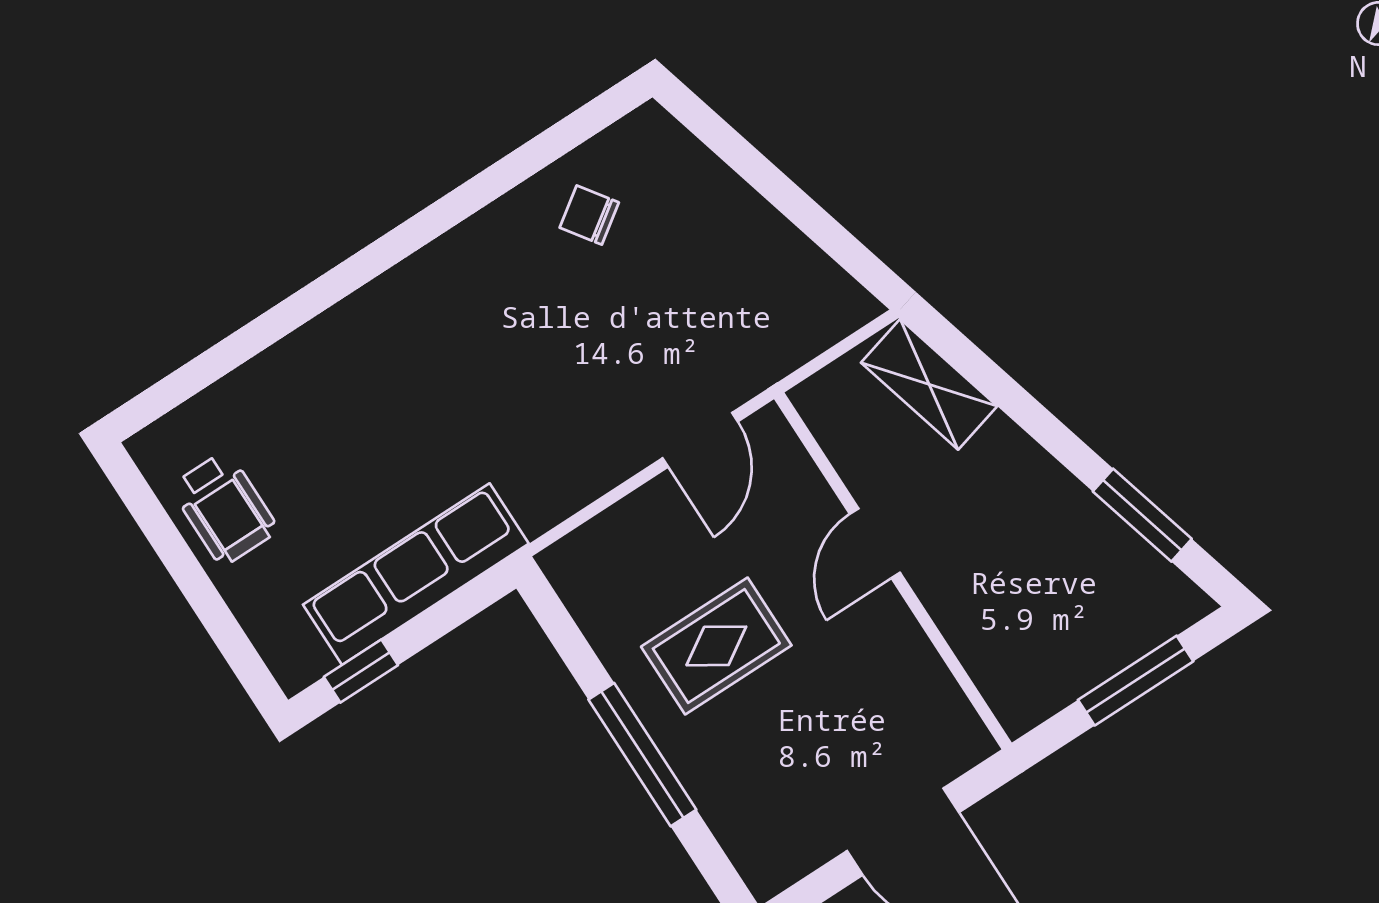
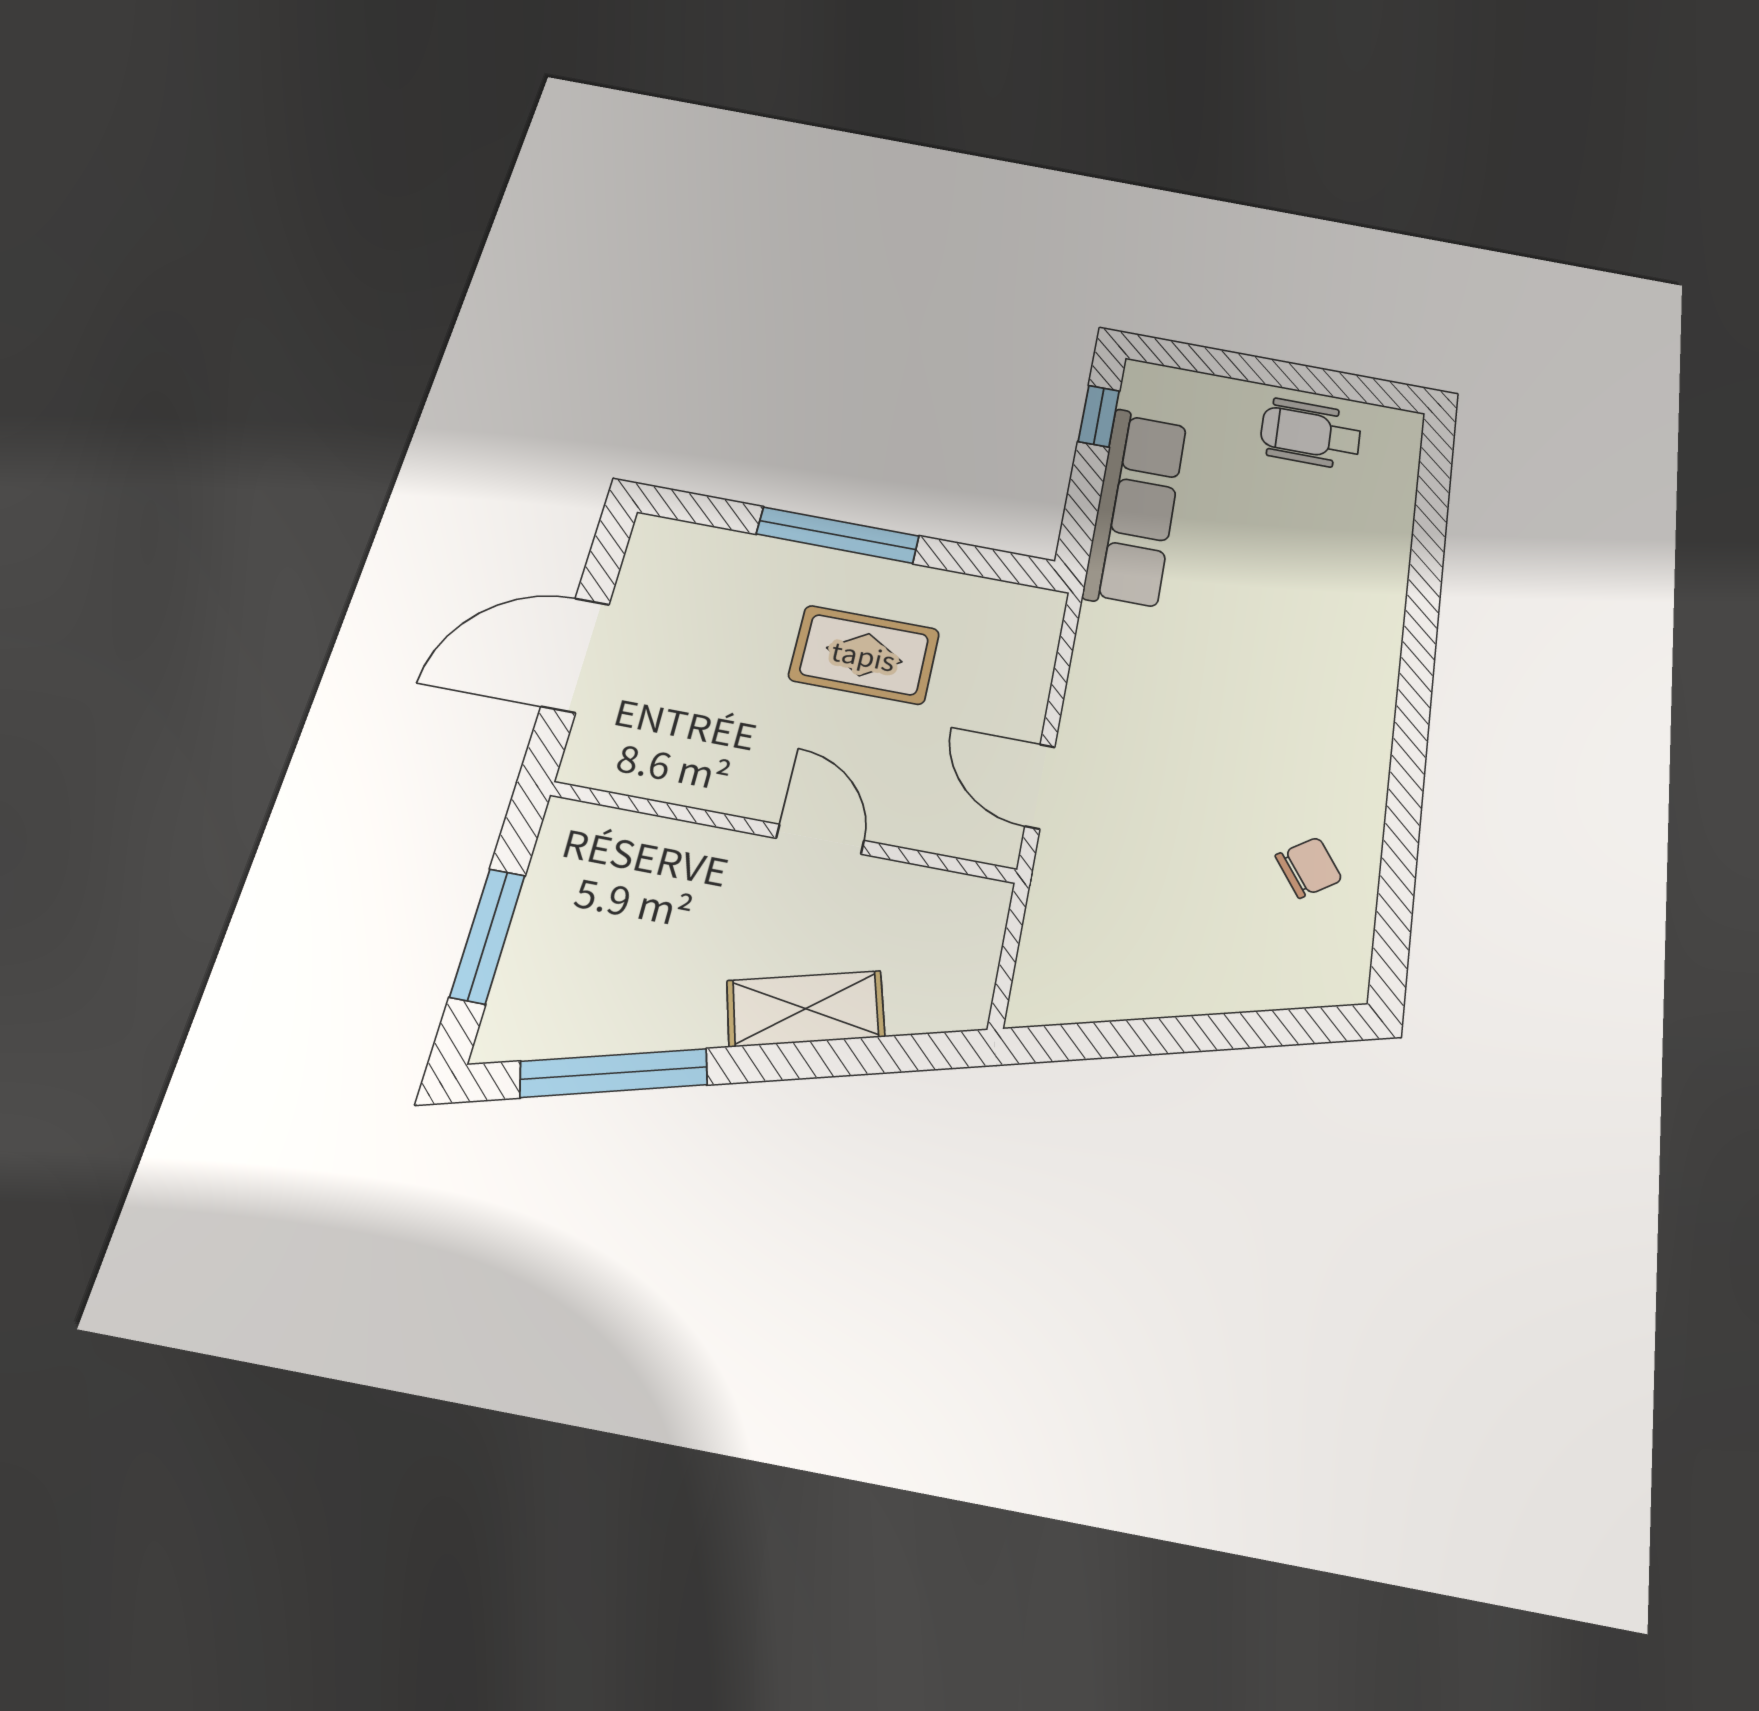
shelving: (929, 384) -> (806, 1009), moved
window: (1142, 515) -> (614, 1073), width x1.44
rug: (716, 646) -> (864, 655), turned 90

